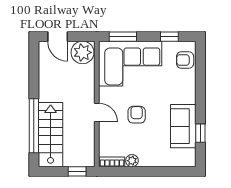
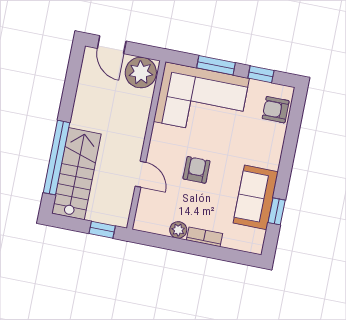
window: (123, 37) -> (216, 65), moved
door: (97, 113) -> (140, 174), moved
bookcase: (112, 162) -> (204, 237), moved

